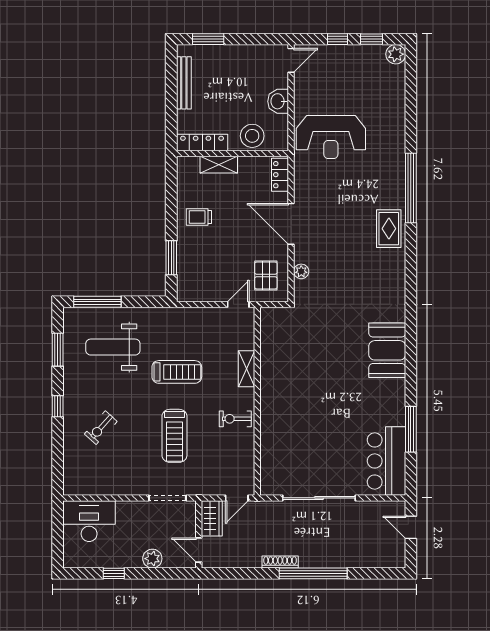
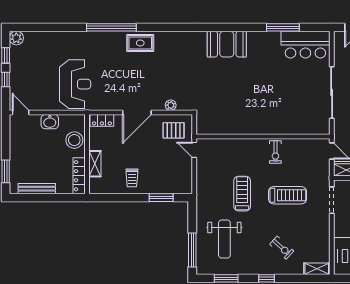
shelving: (246, 369) -> (317, 269), moved

